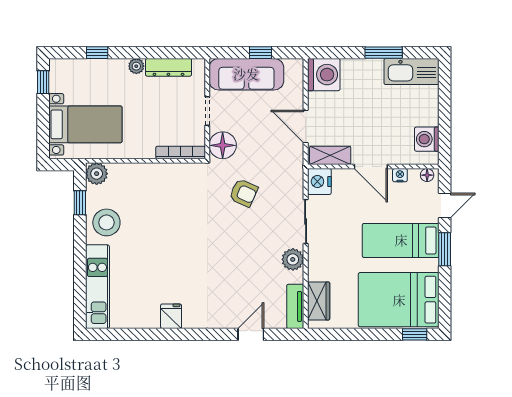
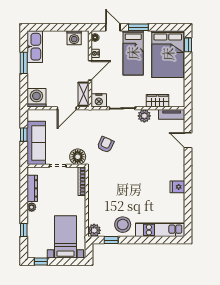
wardrobe: (319, 301) -> (158, 101), moved

